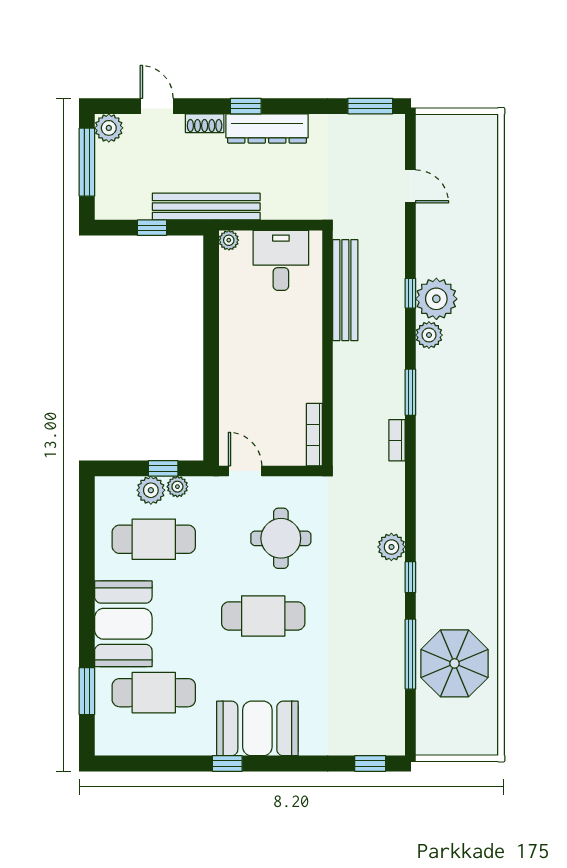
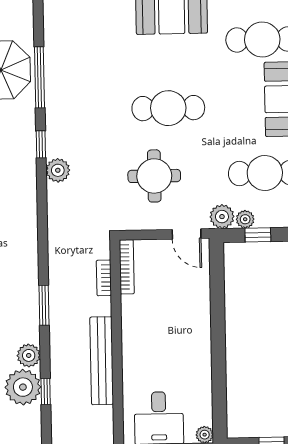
bench: (345, 290) -> (102, 361), moved
bookcase: (397, 440) -> (104, 278), moved, turned 180
plant: (151, 490) -> (222, 217), moved

